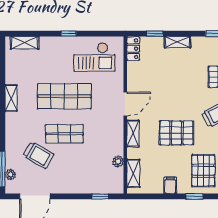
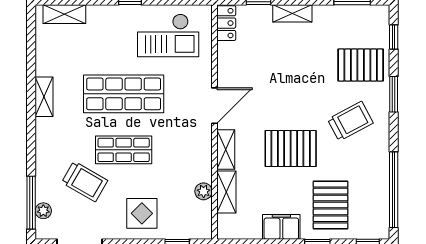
shelving: (133, 173) -> (226, 192), moved
display table: (77, 176) -> (142, 213), added
filing cabinet: (170, 185) -> (281, 227), width x2.00

